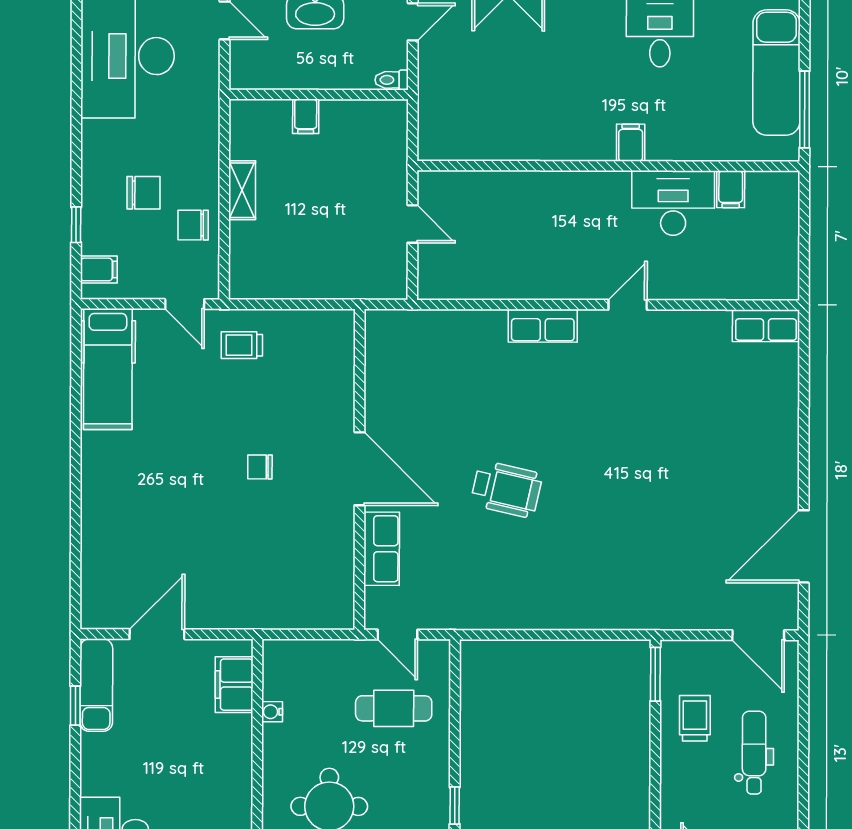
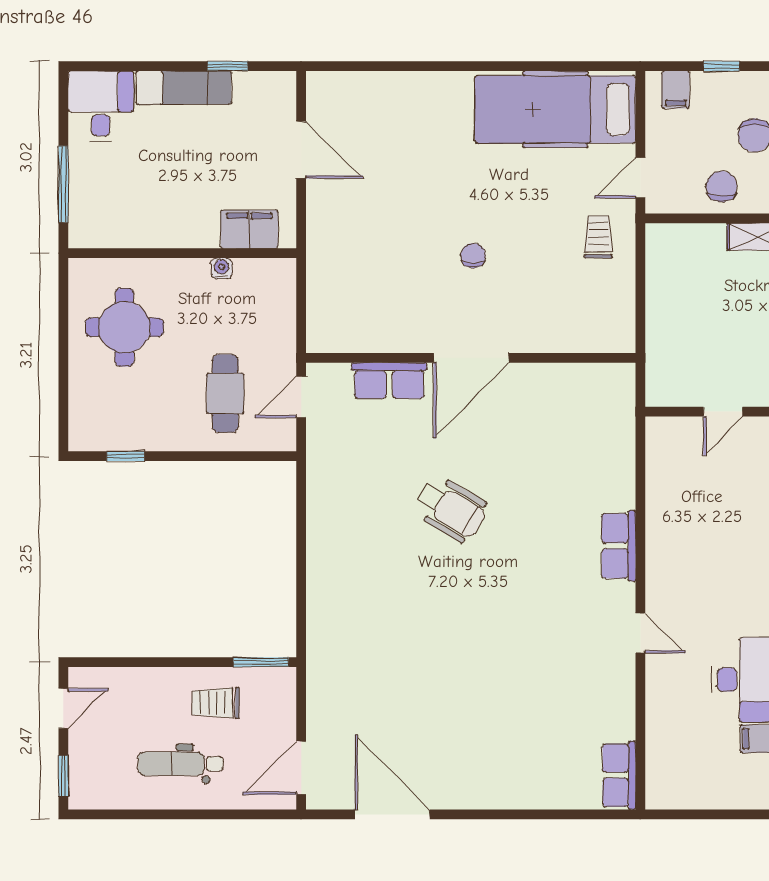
hospital bed: (108, 369) -> (555, 109), width x1.37, depth x1.29
wheelchair: (506, 489) -> (451, 509), turned -72
exam couch: (96, 685) -> (184, 88), moved
trolley: (695, 718) -> (216, 703), turned 180
dental chair: (754, 753) -> (180, 764), turned 180

